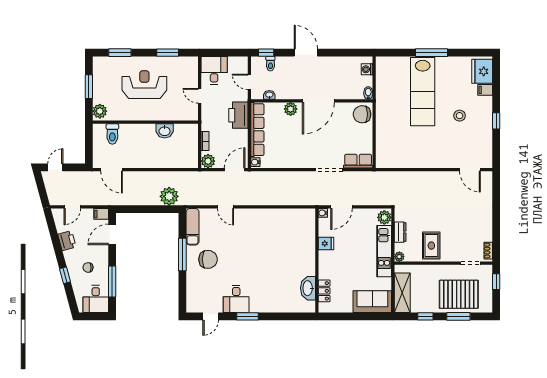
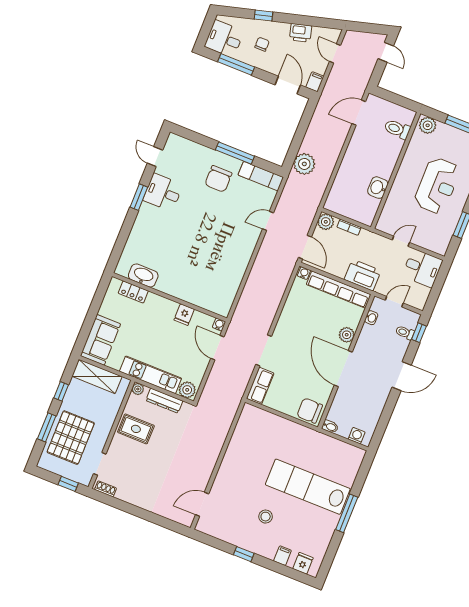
fridge: (482, 71) -> (303, 563), width x0.53, depth x0.75
chair: (362, 114) -> (310, 411), turned -90
dresser: (400, 232) -> (164, 401), width x1.44

